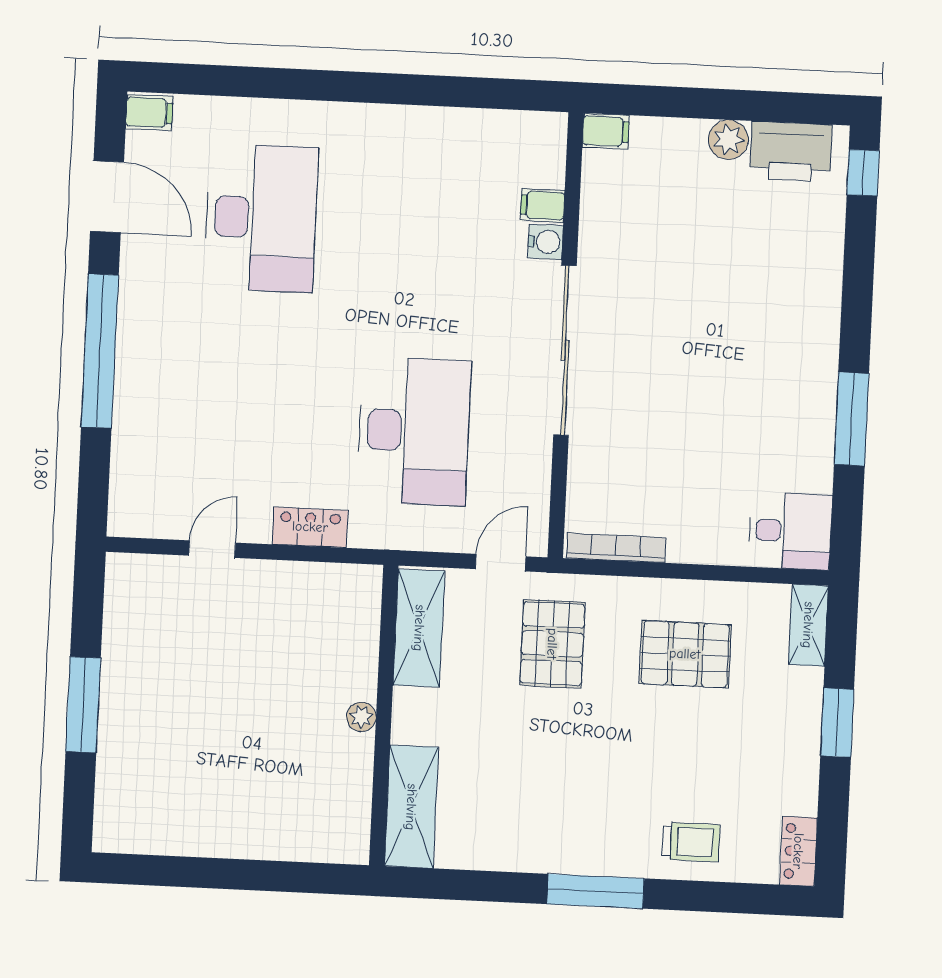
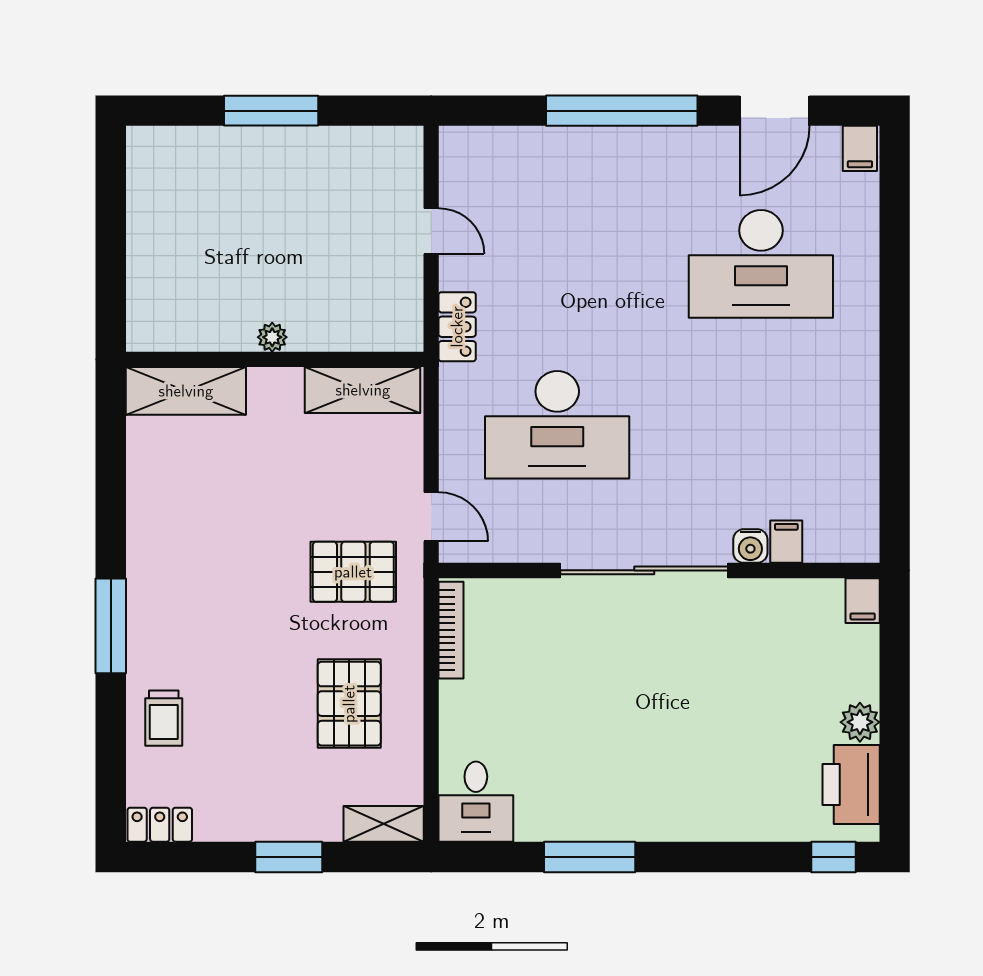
shelving: (419, 628) -> (363, 390), moved
wall: (384, 715) -> (275, 359), moved
plant: (361, 717) -> (272, 337), moved
shelving: (411, 807) -> (186, 391), moved

